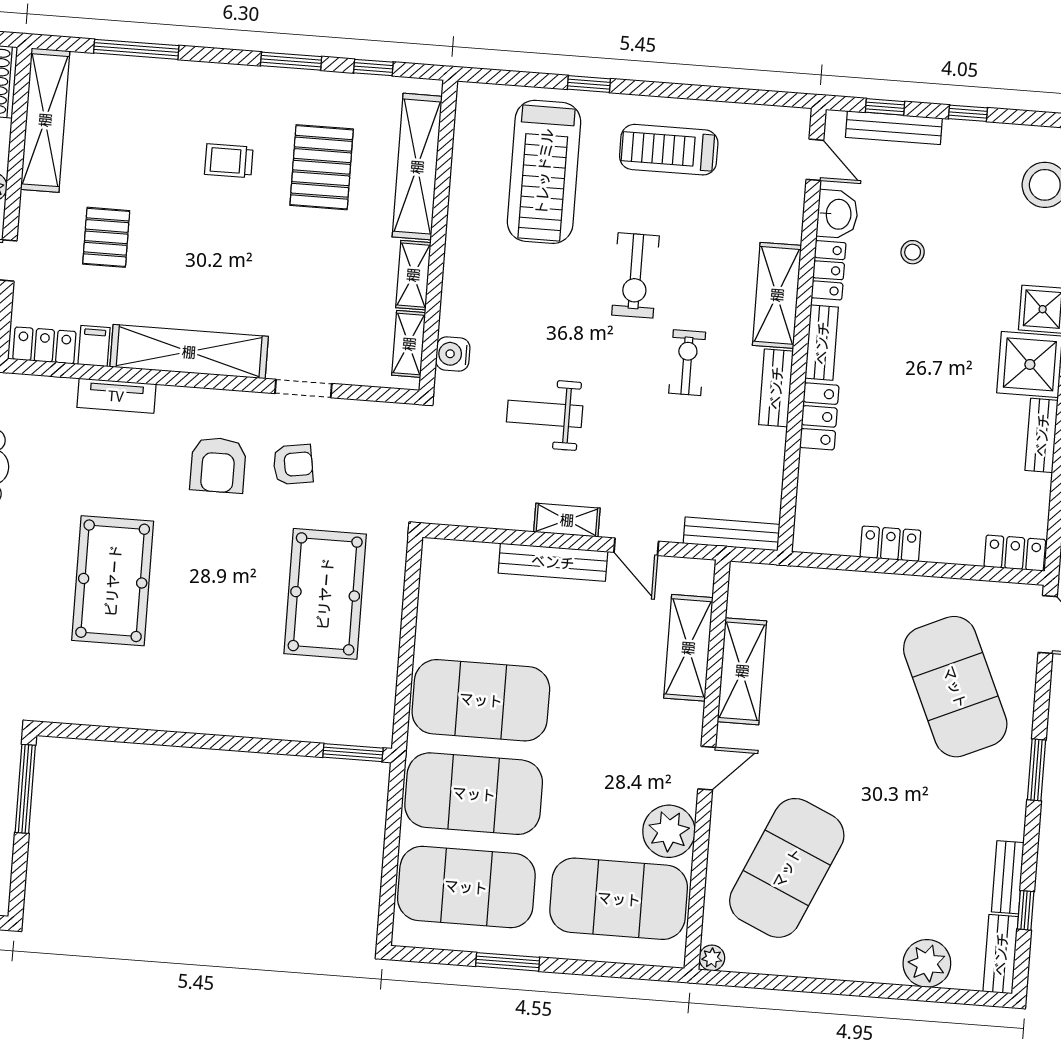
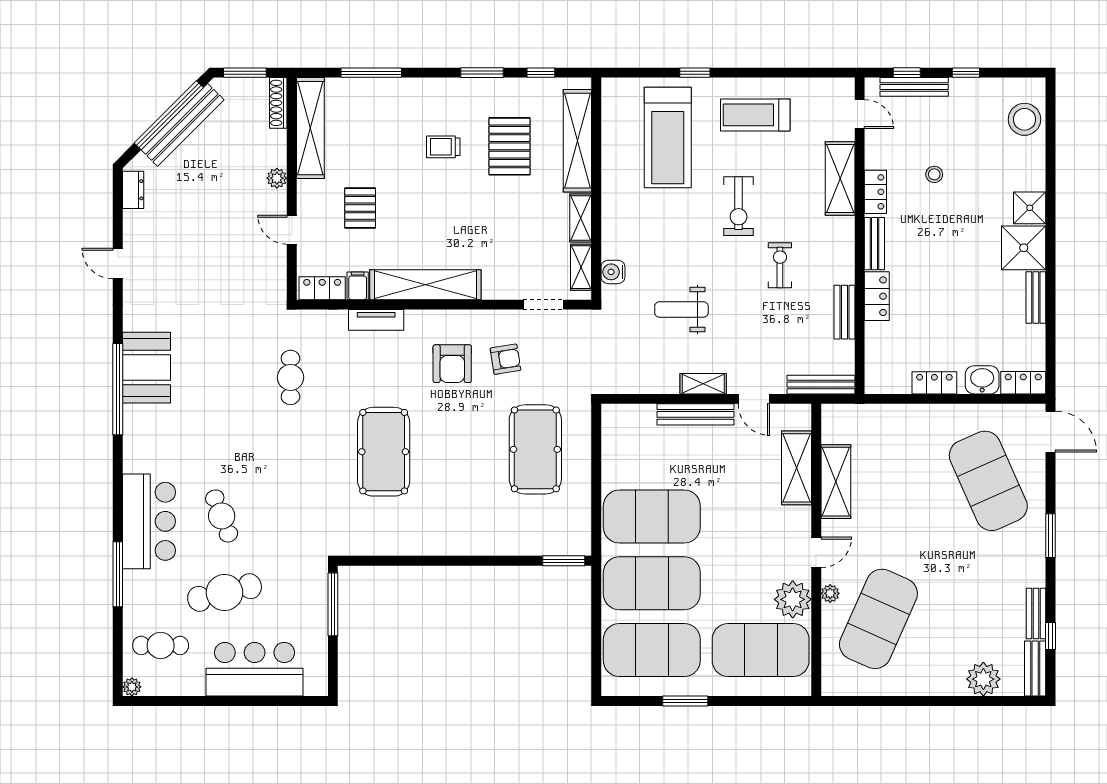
washbasin: (837, 214) -> (982, 380), moved, turned -90
shelving: (777, 295) -> (840, 178), moved
bench: (776, 388) -> (845, 312), moved
doorway: (303, 389) -> (543, 305), moved
plant: (712, 958) -> (830, 593), moved

